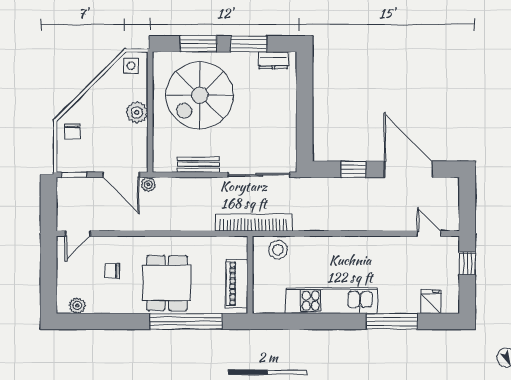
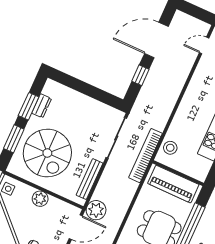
dresser: (273, 60) -> (42, 106), moved
bench: (198, 164) -> (90, 179), width x1.36
plant: (148, 184) -> (96, 210), width x1.88, depth x1.88
piano: (237, 284) -> (173, 184), width x1.37, depth x1.33

